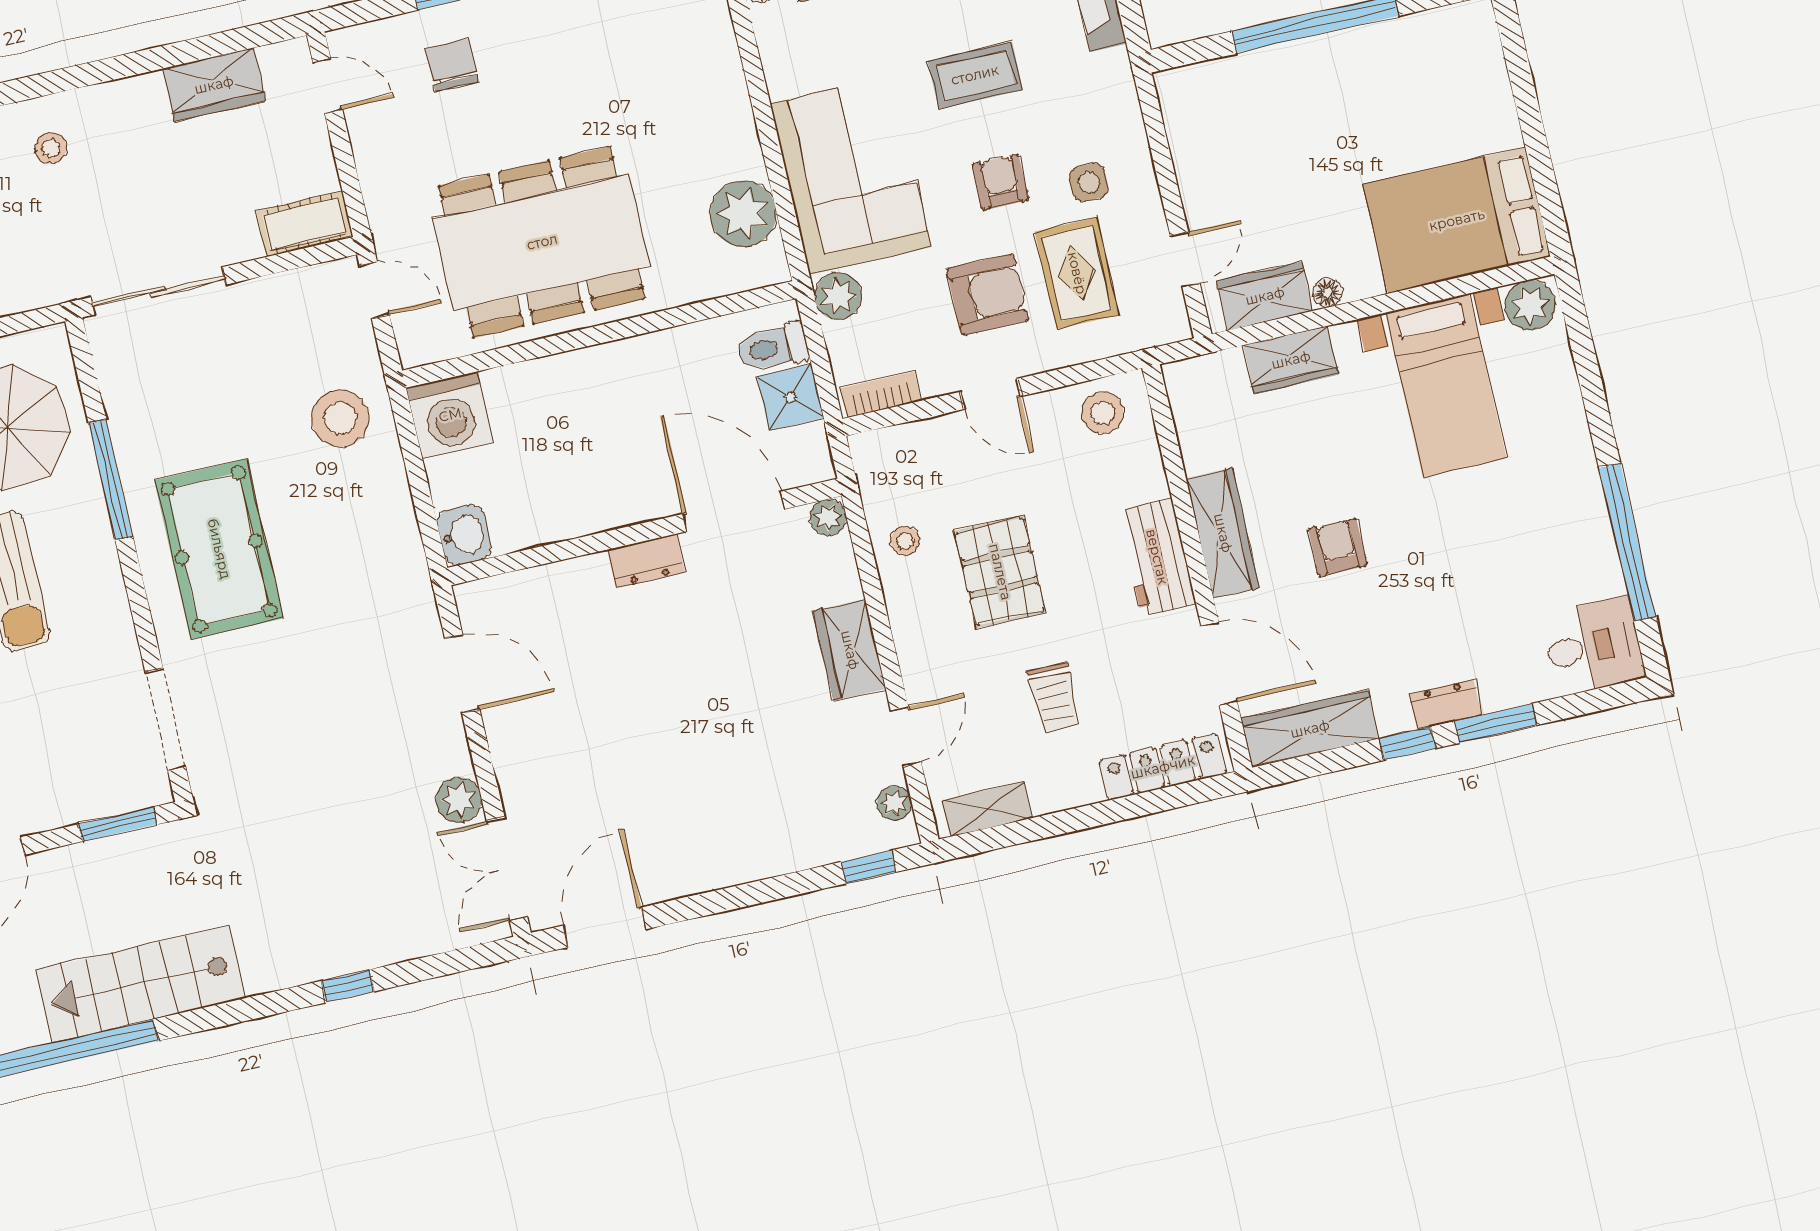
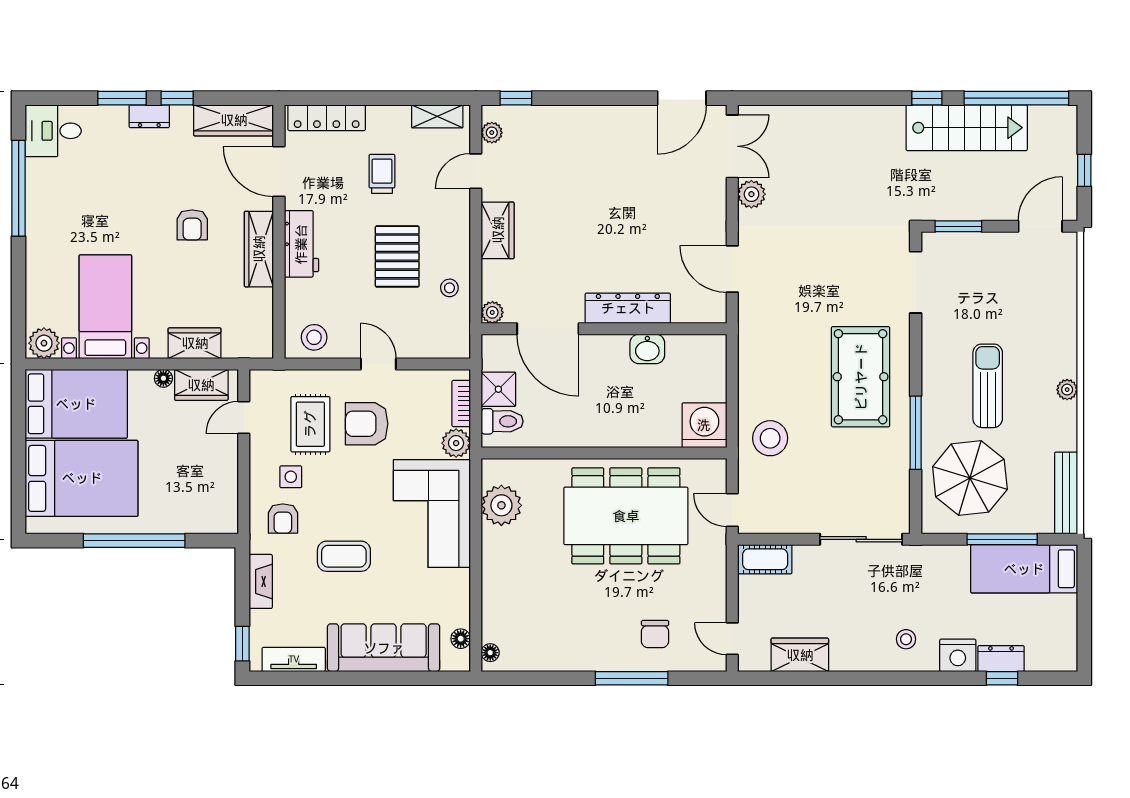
bed: (1421, 104) -> (82, 478), added
armchair: (1000, 182) -> (283, 519), moved
bookcase: (881, 394) -> (461, 403), moved, turned 90
washbasin: (464, 535) -> (647, 349), moved, turned -90
dresser: (646, 561) -> (628, 308), width x1.96, depth x1.24
window: (348, 986) -> (927, 98), moved

